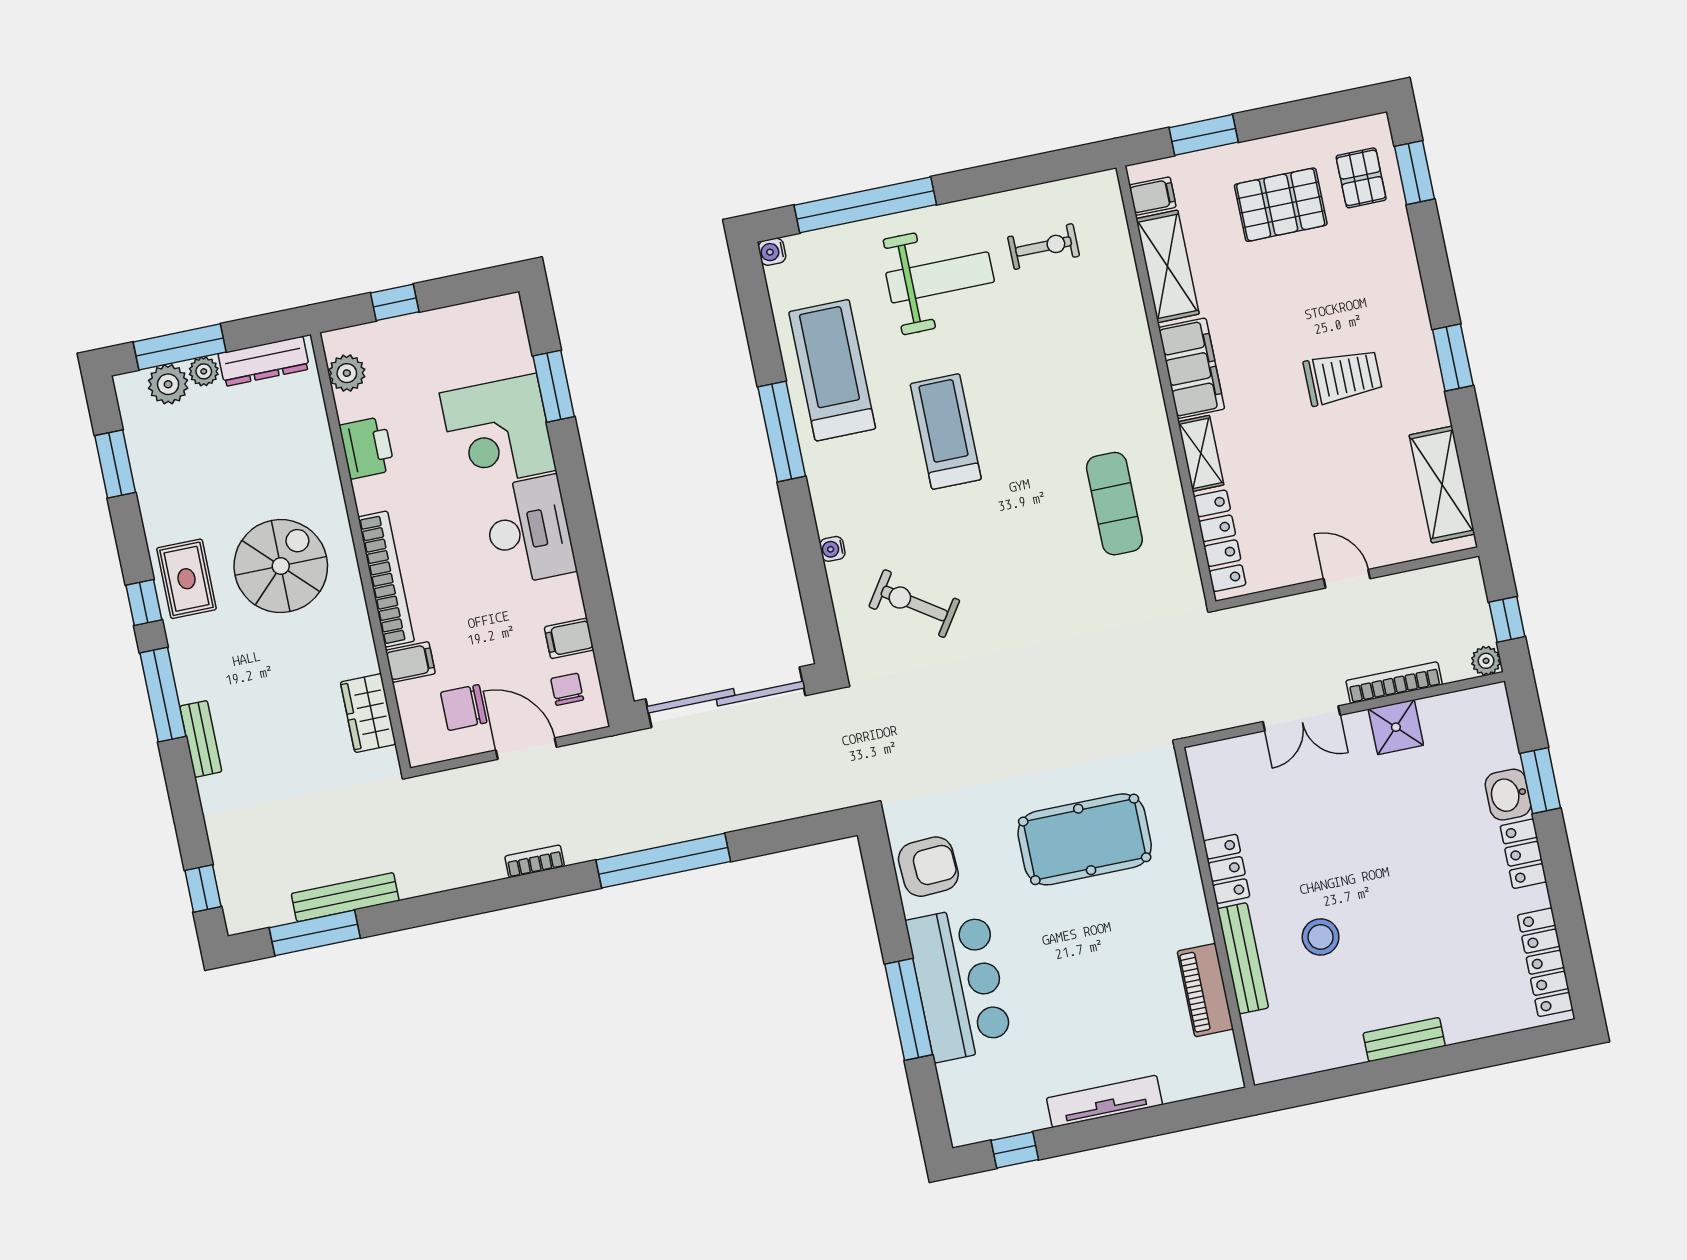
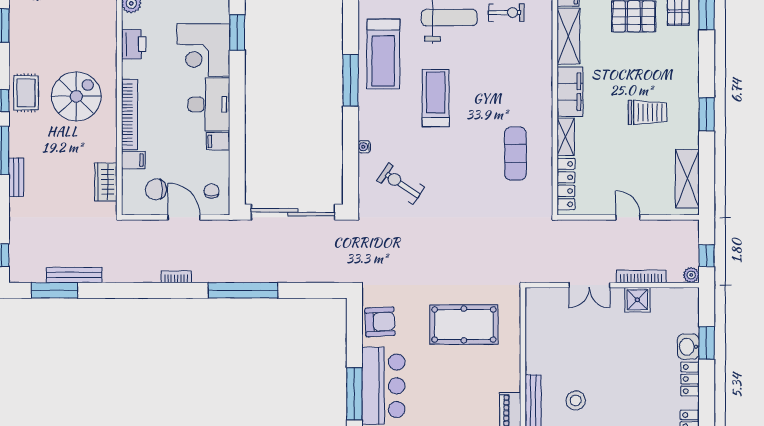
treadmill: (832, 370) -> (383, 54), turned 180
filing cabinet: (569, 638) -> (218, 141), moved
locker: (1227, 869) -> (534, 355), removed

